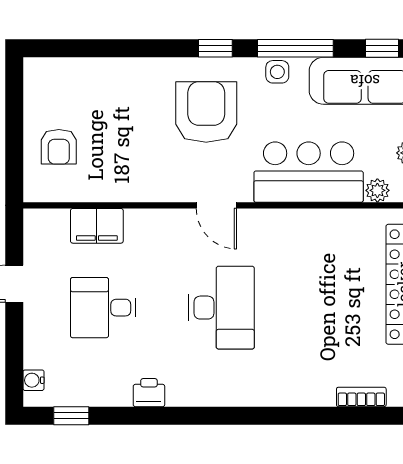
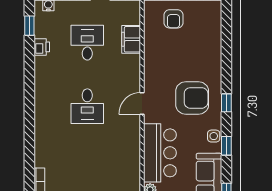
window: (295, 48) -> (226, 146), width x0.46
armchair: (59, 147) -> (174, 19), turned -90
desk: (222, 308) -> (87, 106), width x0.73
printer: (149, 393) -> (42, 47), moved

